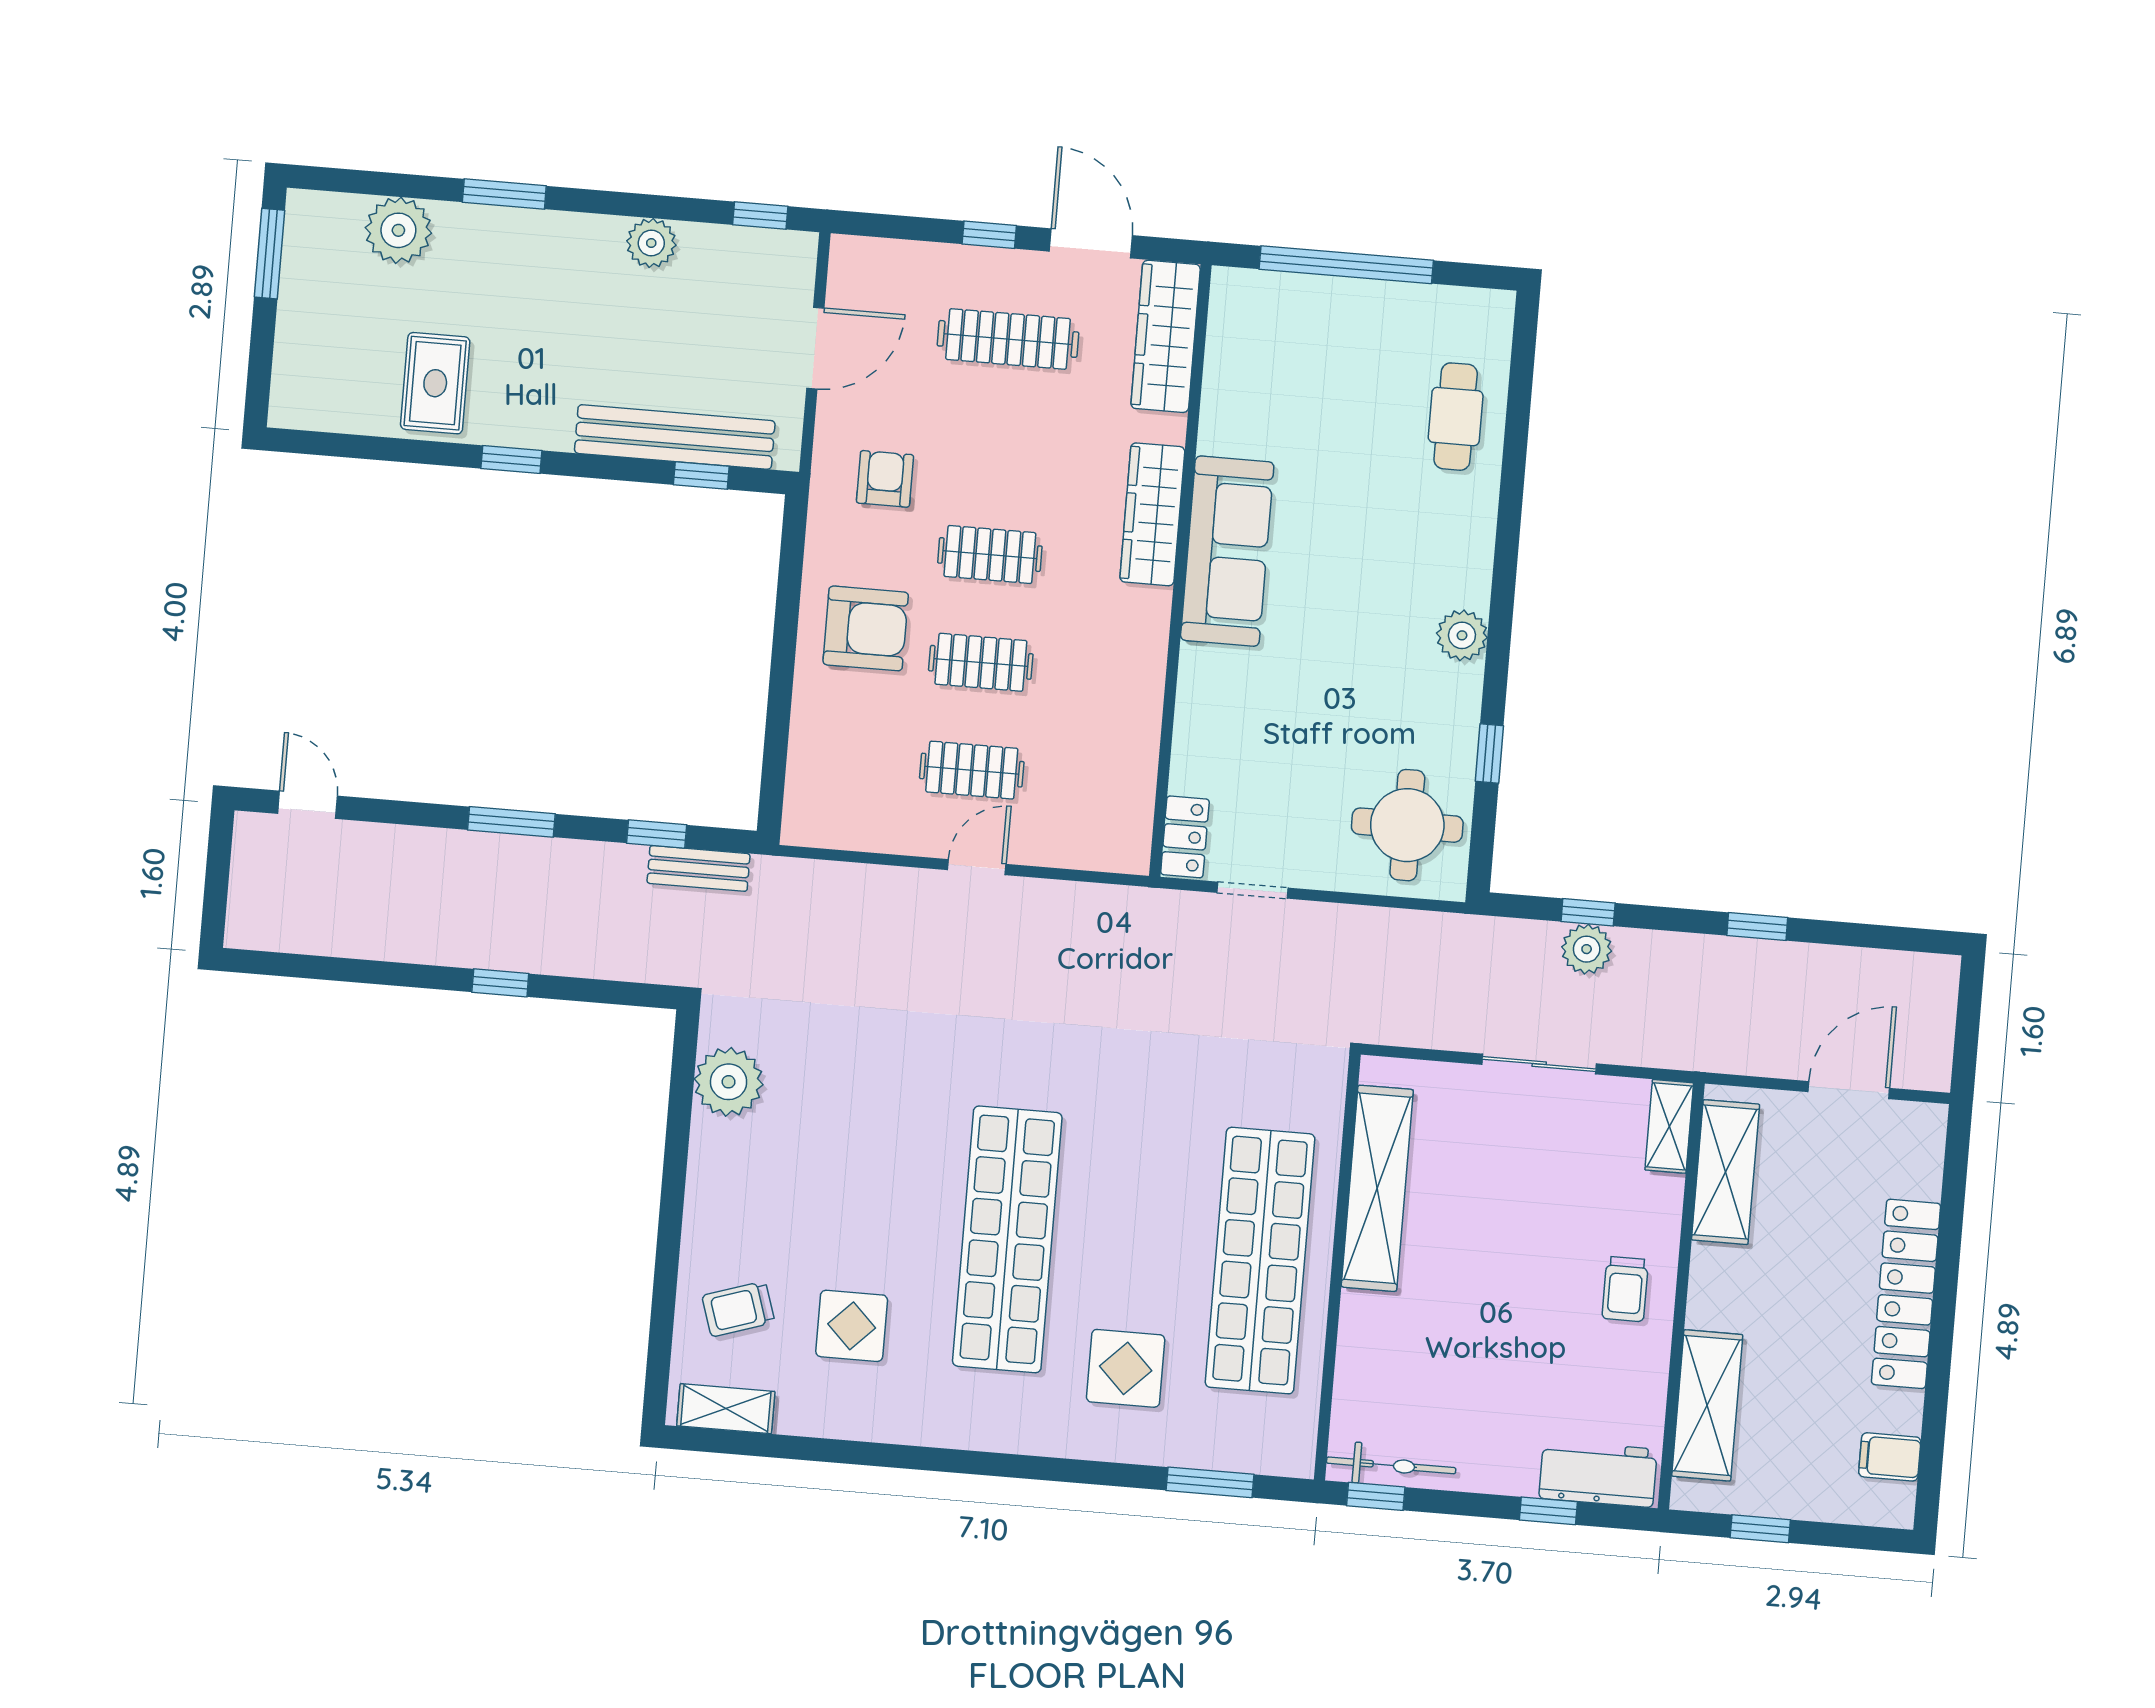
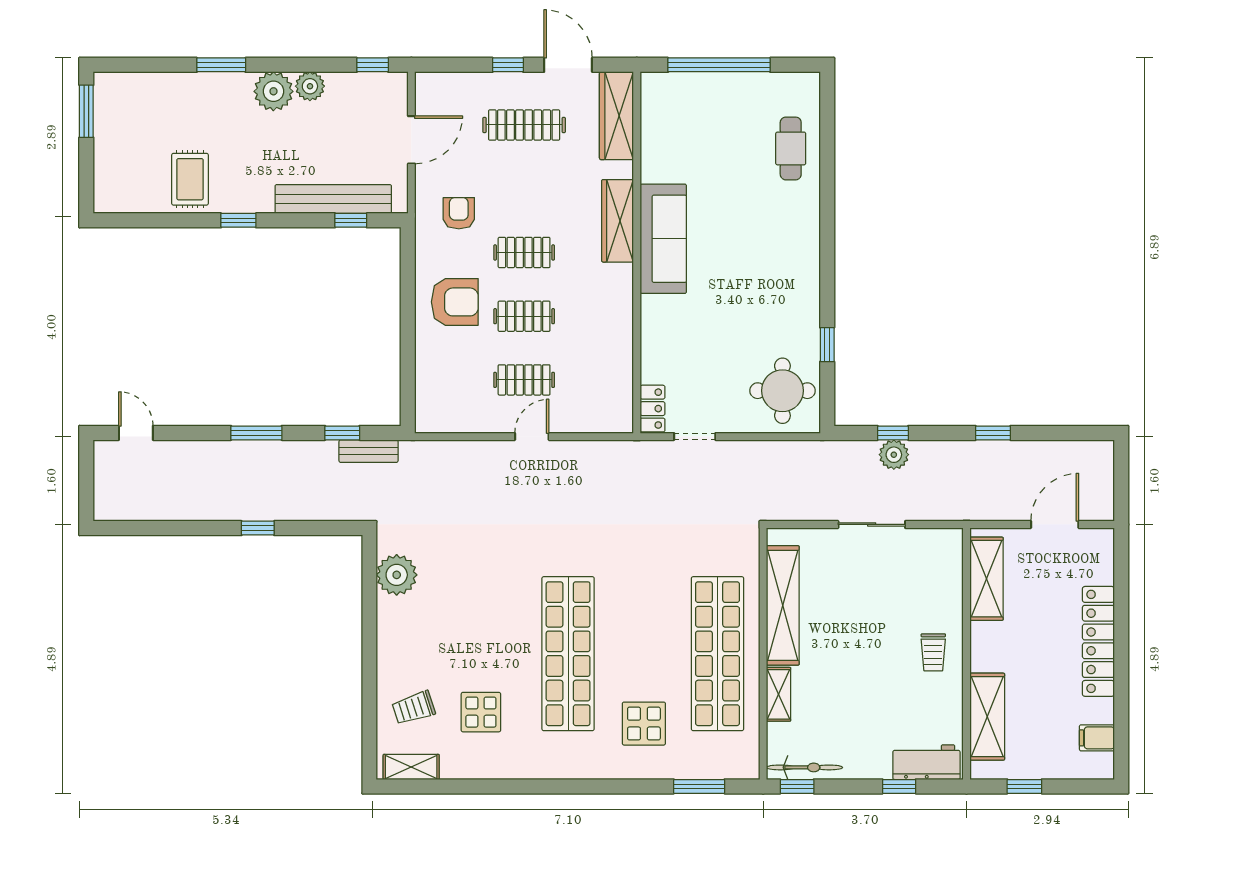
plant: (398, 230) -> (273, 91), moved
plant: (1462, 635) -> (805, 277), removed
shelving: (1669, 1126) -> (779, 694), moved

